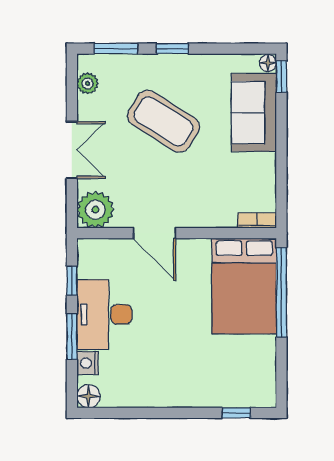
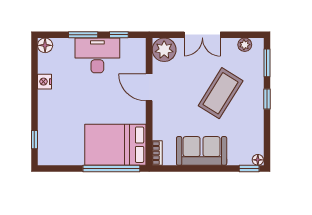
sofa: (254, 113) -> (202, 151), moved
door: (154, 233) -> (149, 87), hinge flipped
nightstand: (88, 363) -> (45, 82), moved, turned -90

